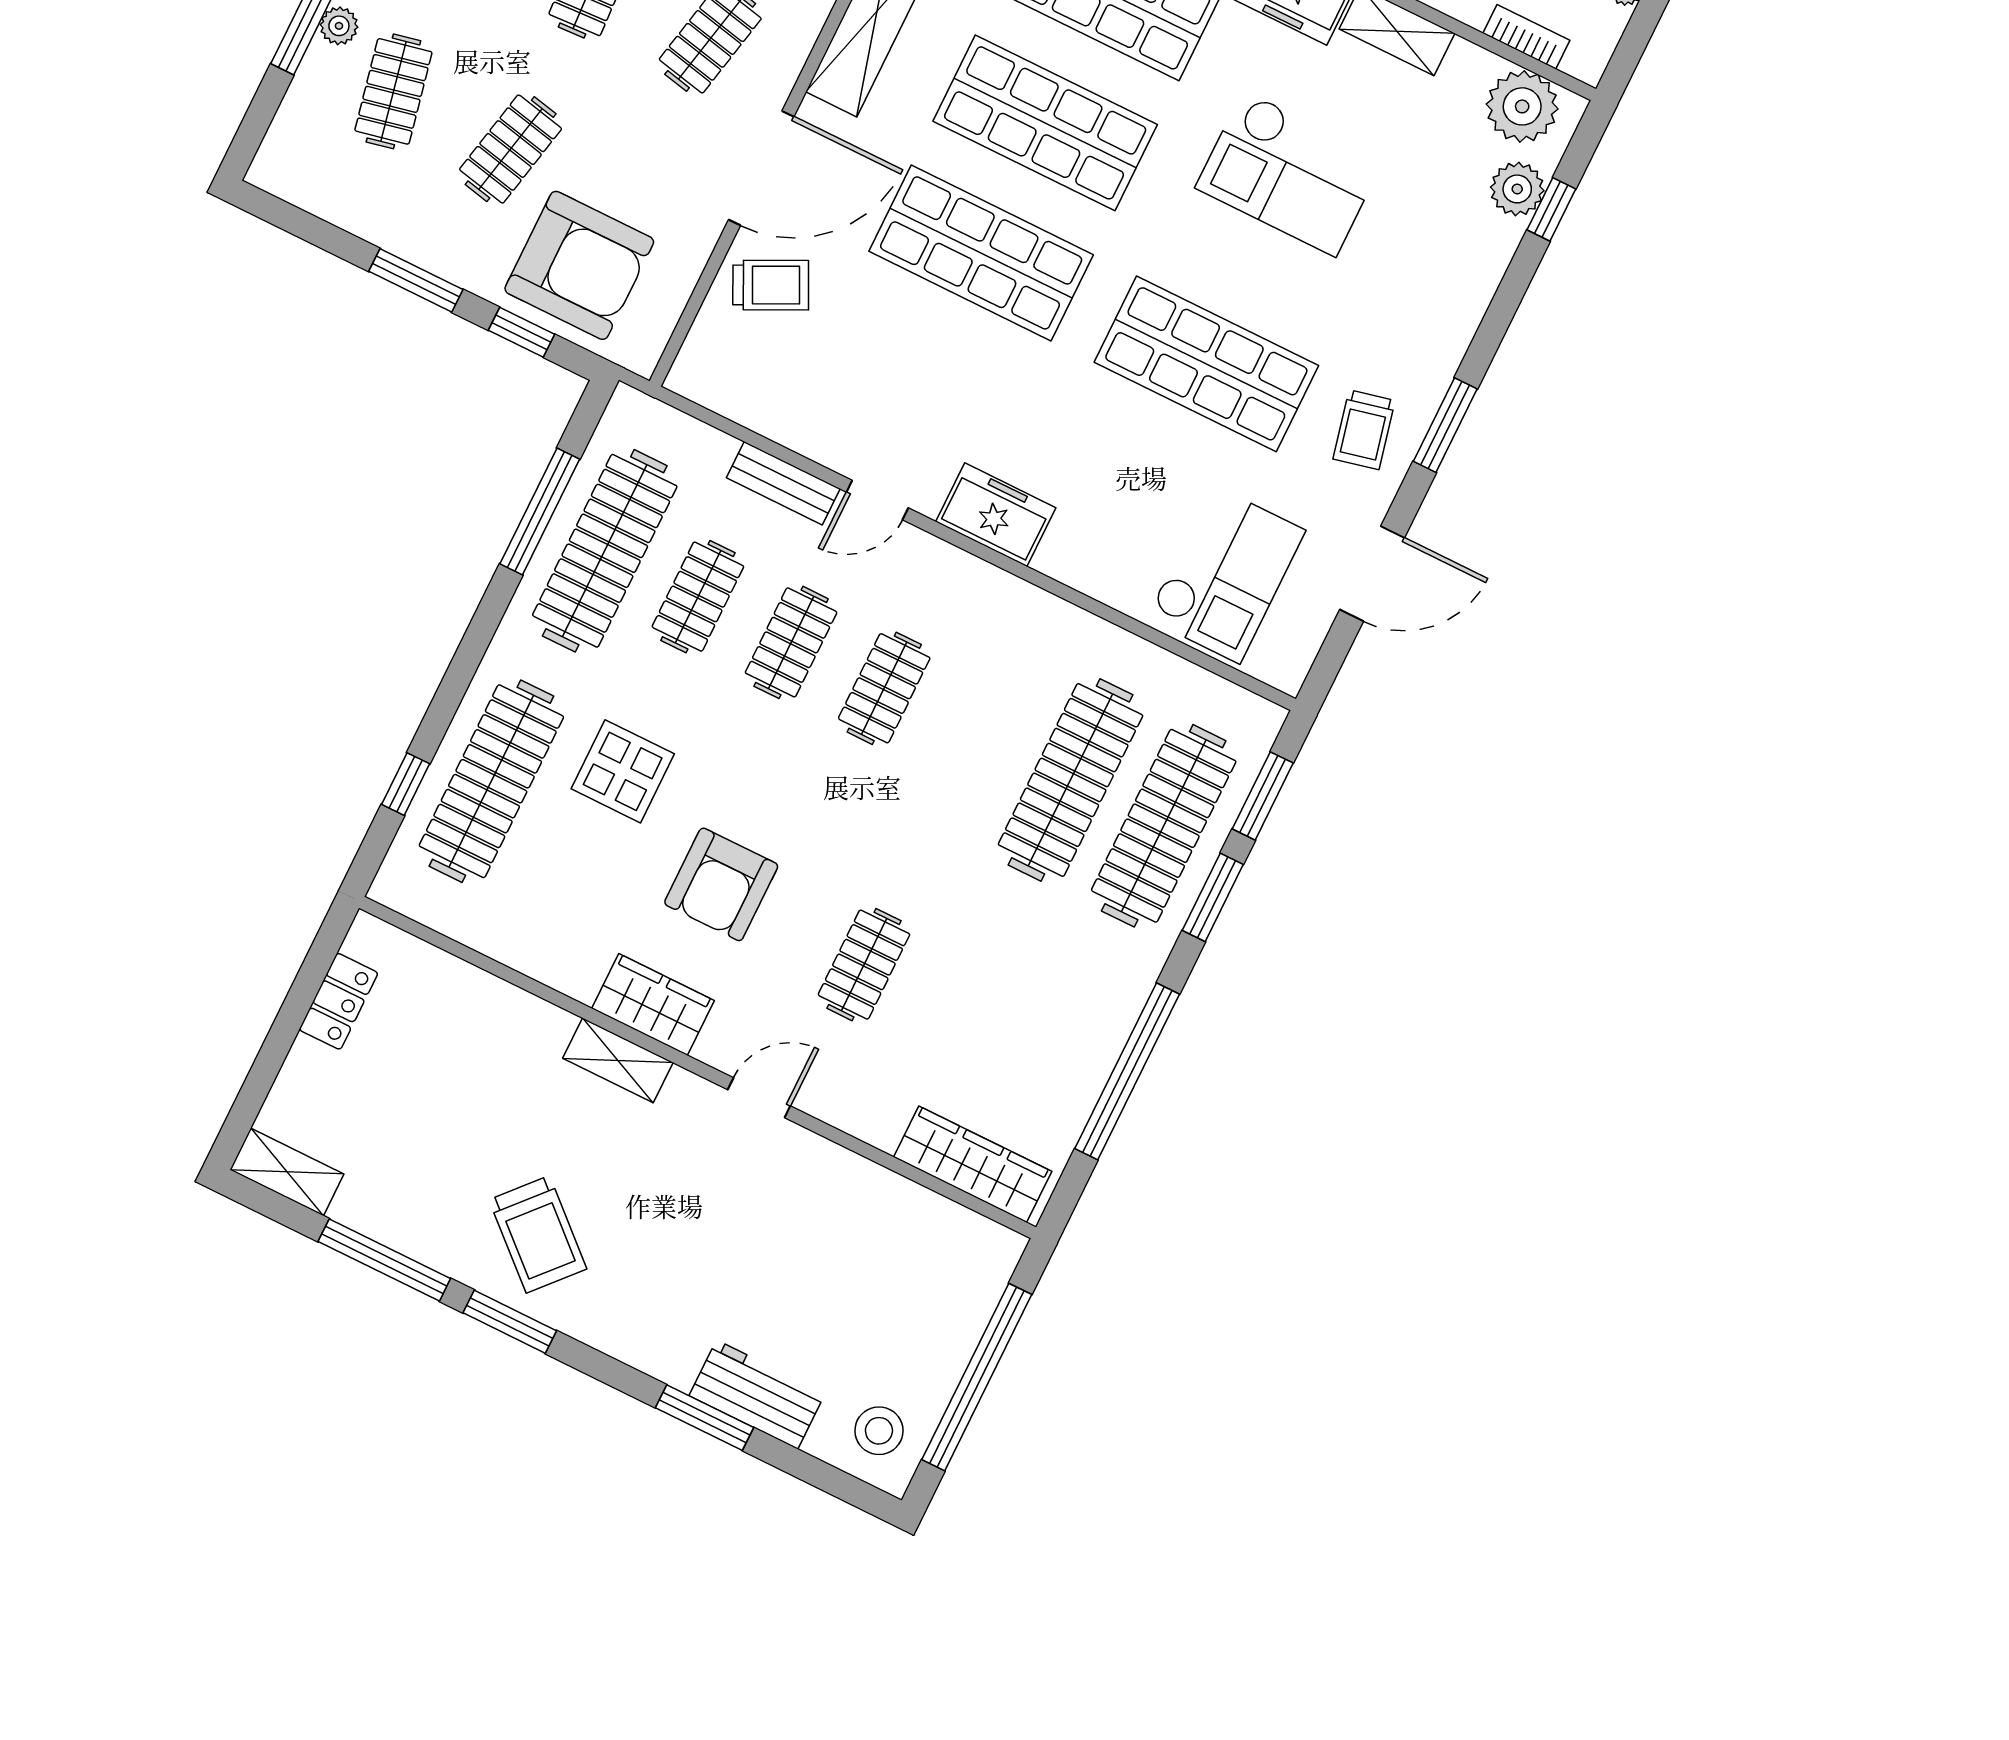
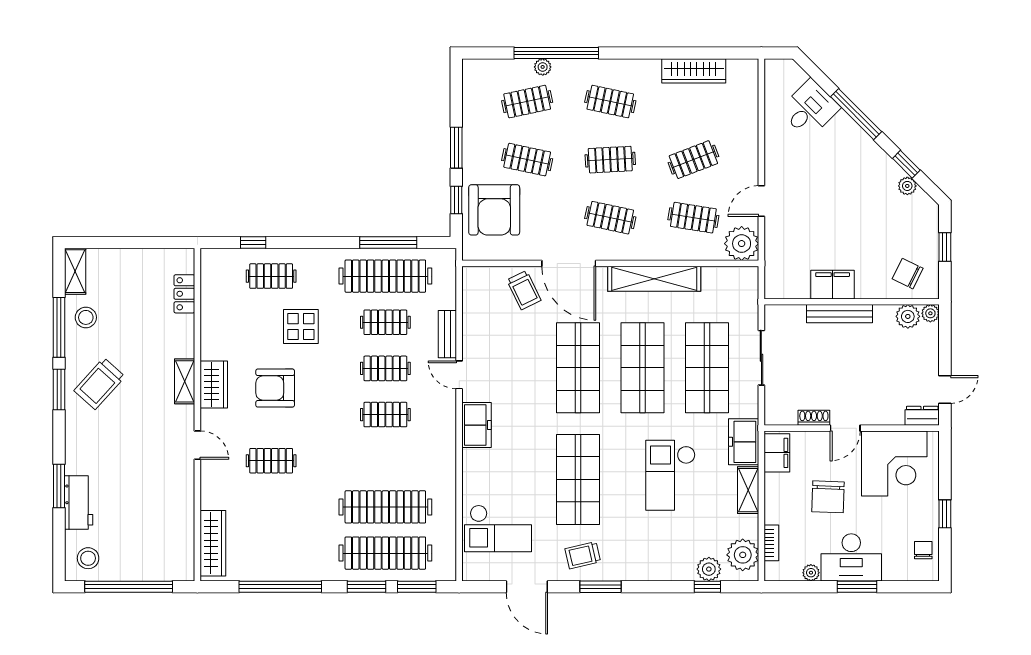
clothes rail: (491, 781) -> (271, 276), width x0.54, depth x0.76
locker: (339, 1001) -> (184, 294), moved, turned 90
stool: (391, 1196) -> (86, 317), added

